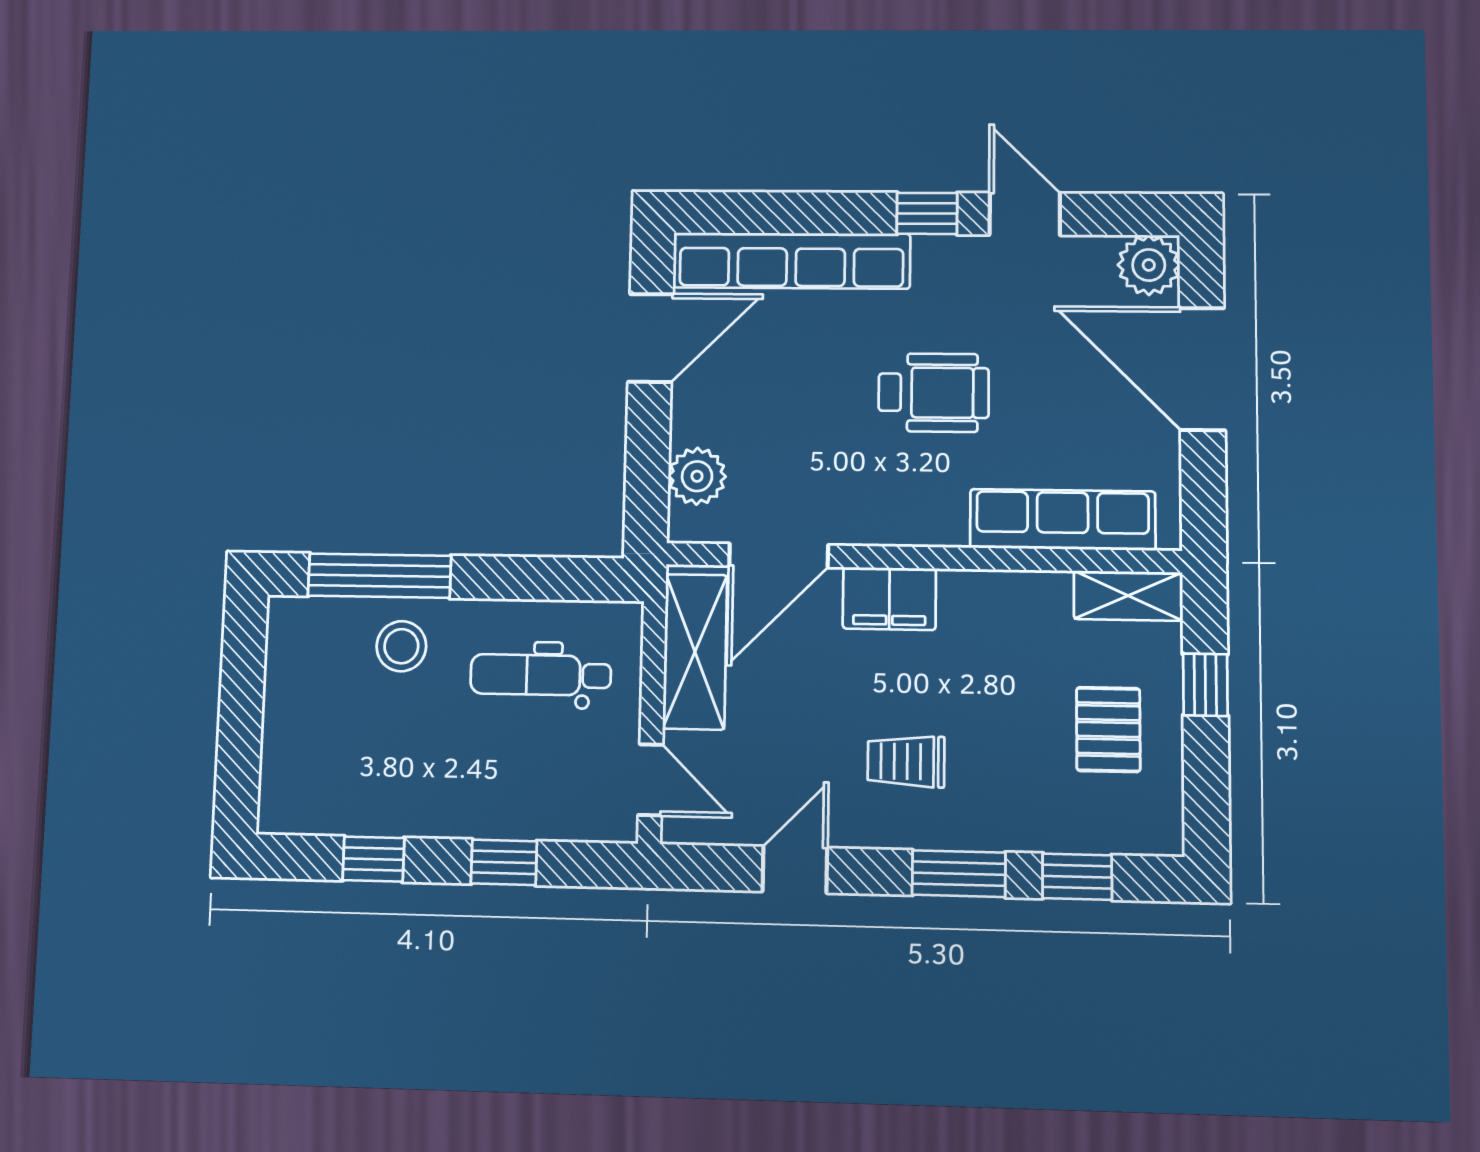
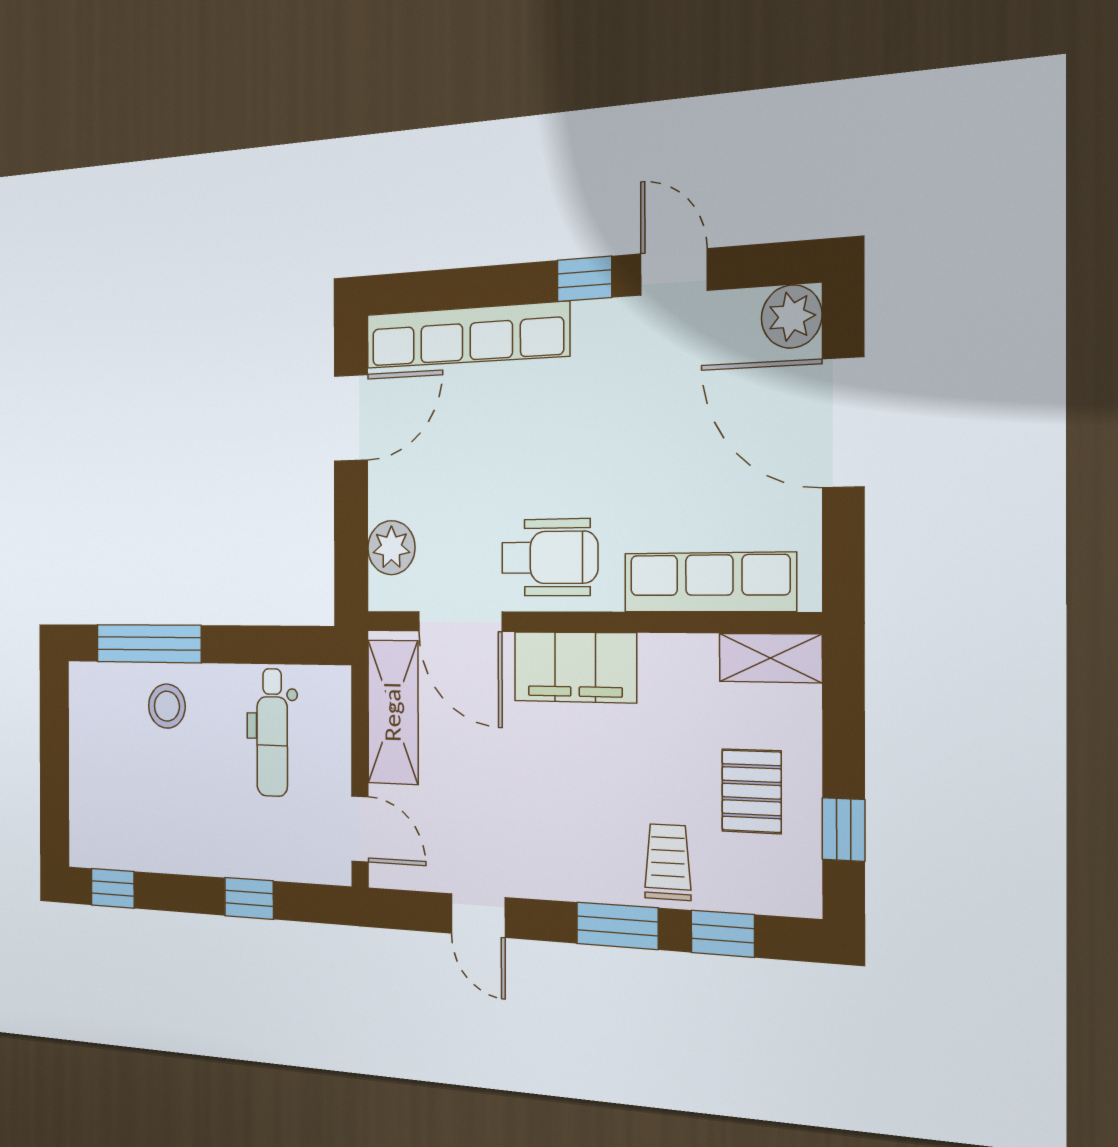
wheelchair: (934, 393) -> (550, 557), moved
door: (779, 556) -> (460, 622), hinge flipped
filing cabinet: (889, 599) -> (575, 667), width x1.50, depth x1.17
dental chair: (541, 675) -> (272, 732), turned -90
window: (1205, 685) -> (844, 829), moved
trolley: (906, 761) -> (668, 862), moved, turned 90
window: (373, 859) -> (113, 888), moved
door: (795, 870) -> (478, 915), swing flipped

